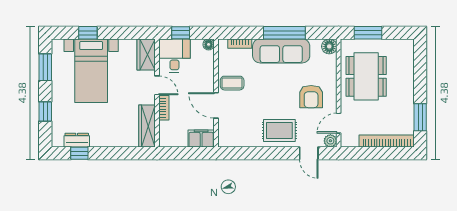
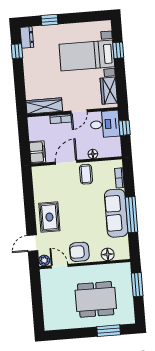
floor lamp: (209, 44) -> (93, 154), moved
floor lamp: (329, 46) -> (108, 254), moved
wardrobe: (146, 54) -> (109, 91), moved, turned -90
window: (45, 67) -> (87, 17), removed
dining table: (366, 76) -> (96, 299), moved
armchair: (311, 97) -> (79, 252), moved
window: (420, 117) -> (109, 331), moved
dresser: (77, 140) -> (27, 37), moved
bookcase: (387, 141) -> (48, 307), removed

